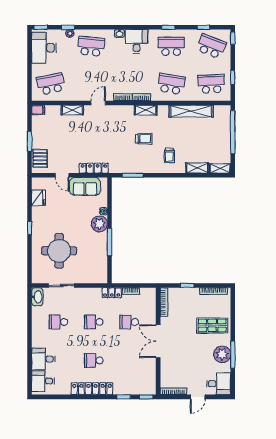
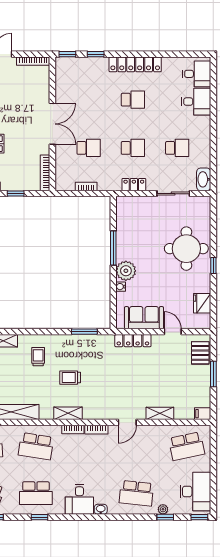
round table: (59, 251) -> (186, 249), moved
locker: (112, 293) -> (134, 185), moved

